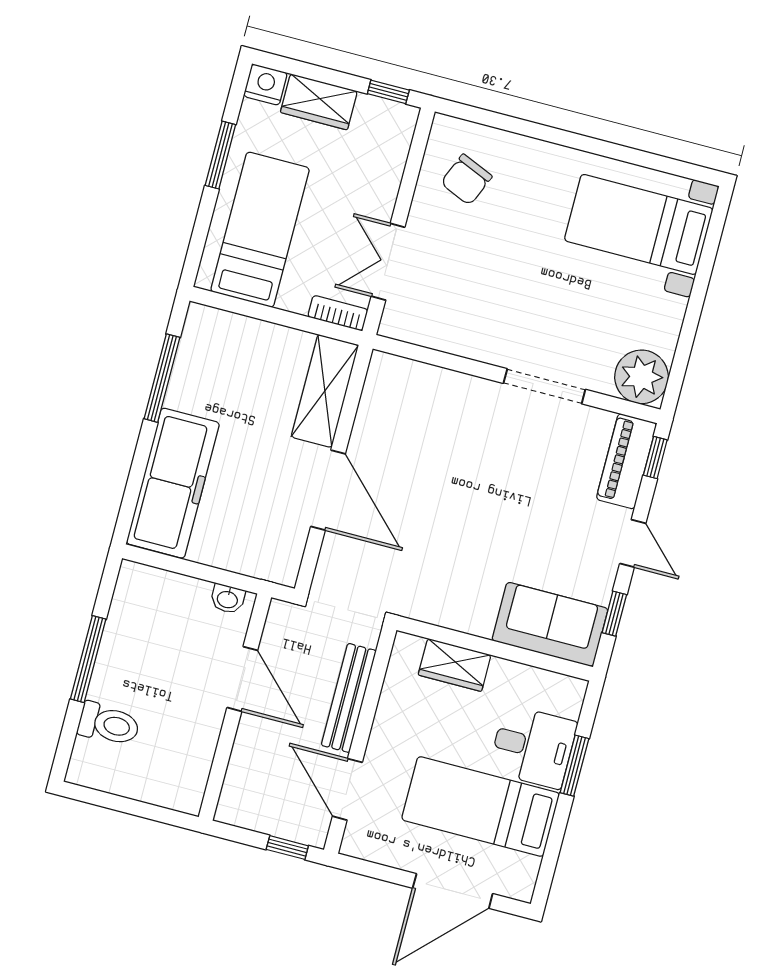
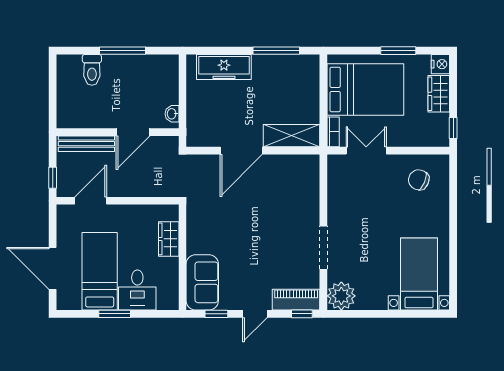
bed: (260, 230) -> (365, 89), width x1.50
freezer: (173, 483) -> (224, 67), width x0.73, depth x0.79
bench: (349, 698) -> (86, 144), moved
window: (574, 766) -> (115, 314), moved

